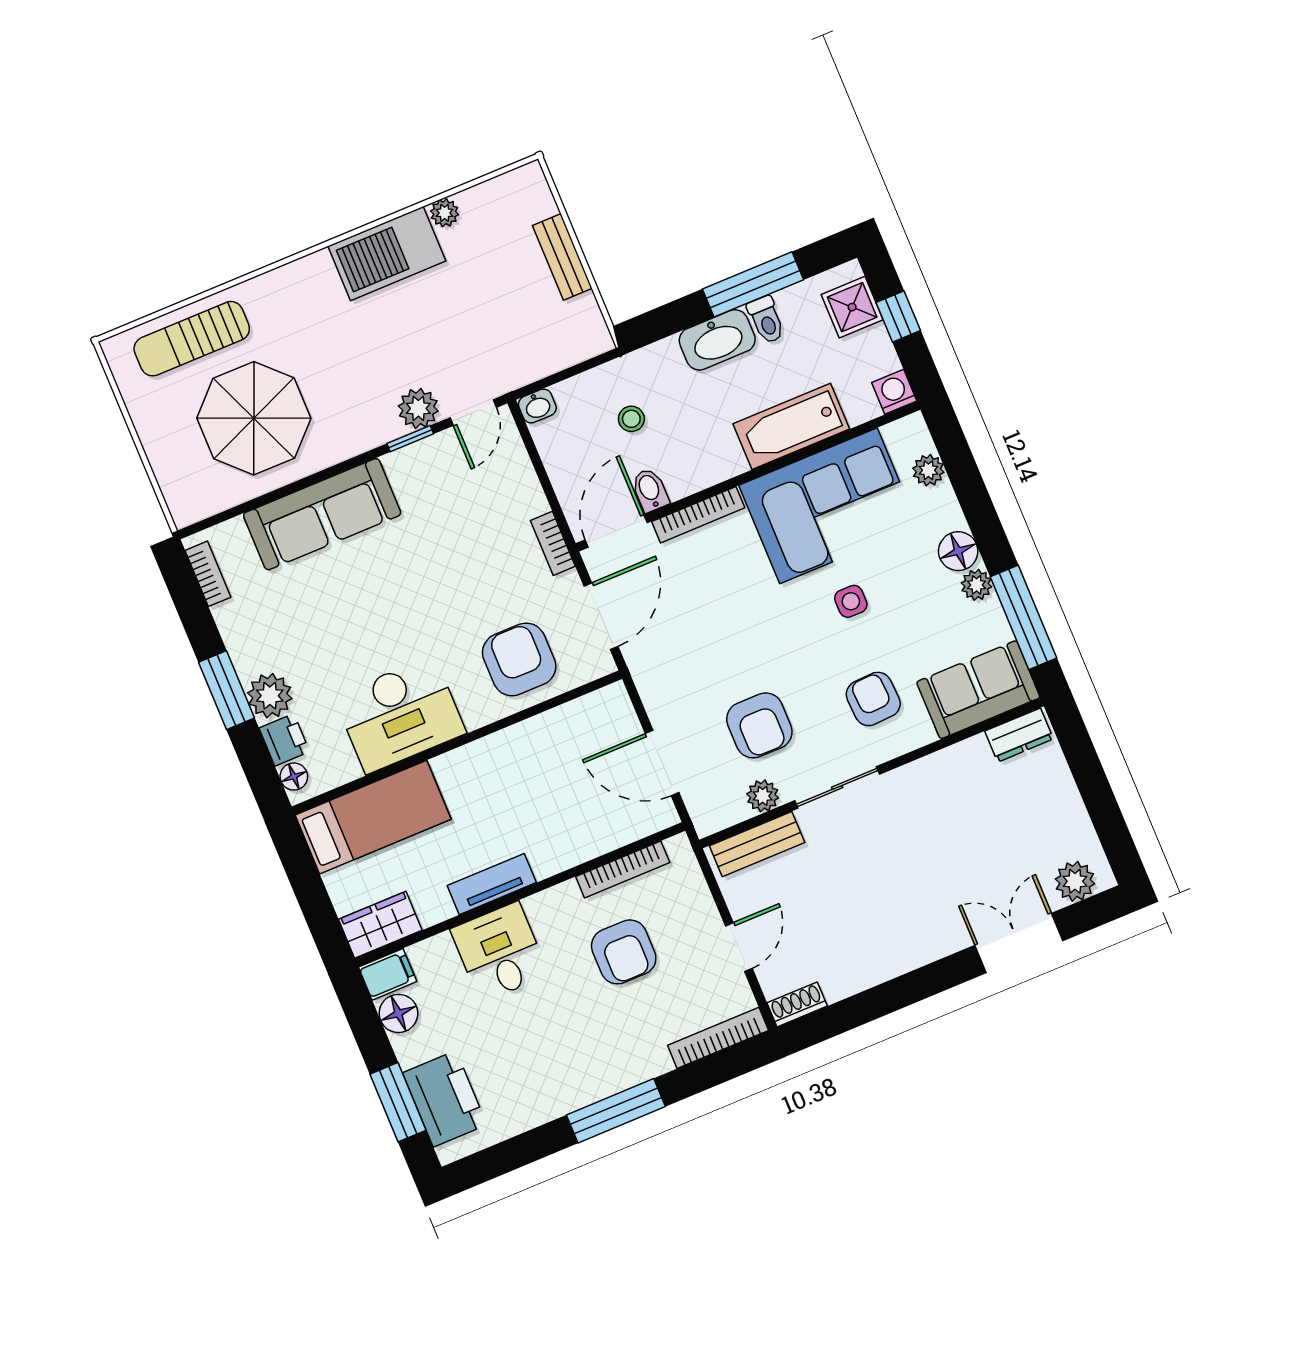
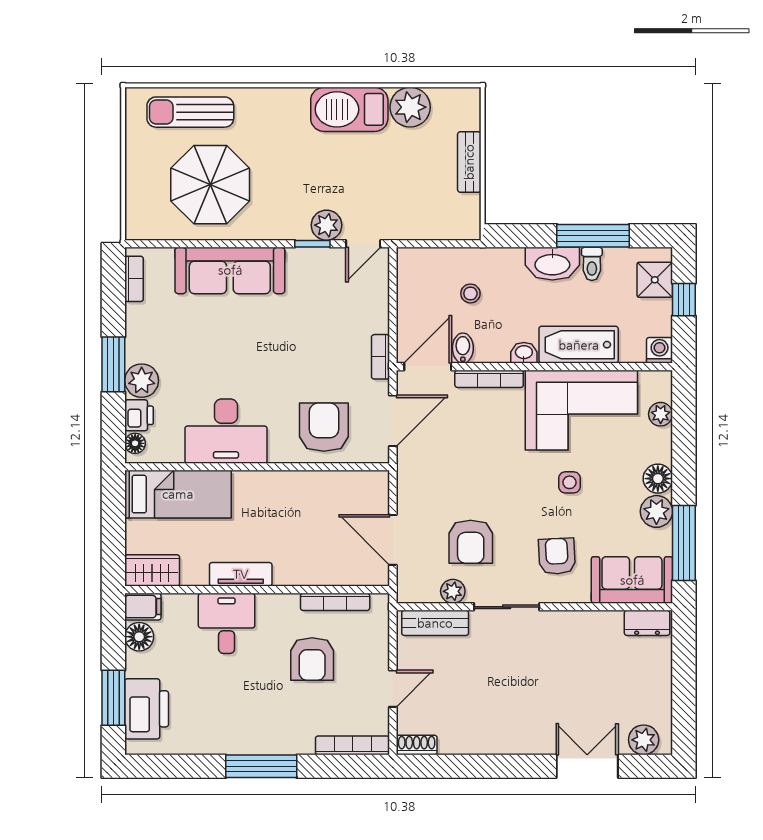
plant: (445, 213) -> (410, 107), width x1.87, depth x1.87
washbasin: (537, 406) -> (524, 353), moved, turned 180
plant: (977, 585) -> (656, 511), width x1.38, depth x1.38

